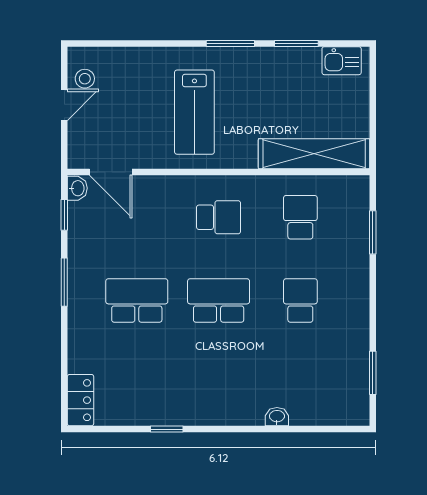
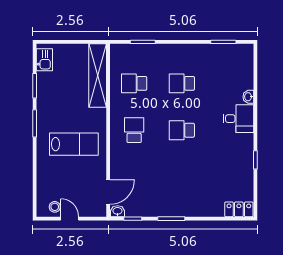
school desk: (137, 301) -> (182, 177), removed
school desk: (219, 301) -> (182, 130), width x0.54
desk: (239, 399) -> (238, 119), added

